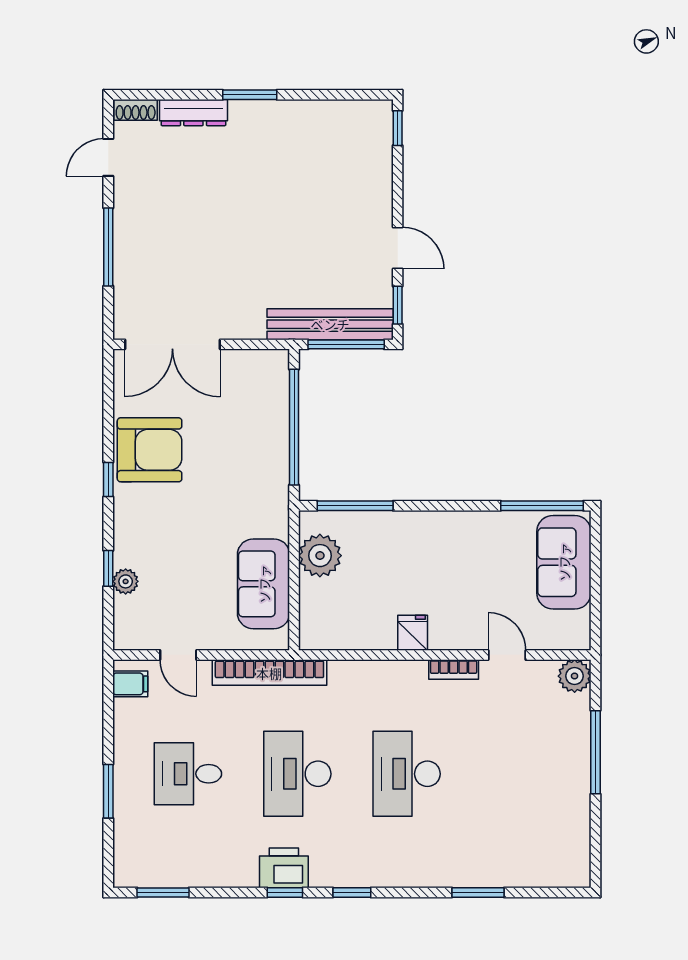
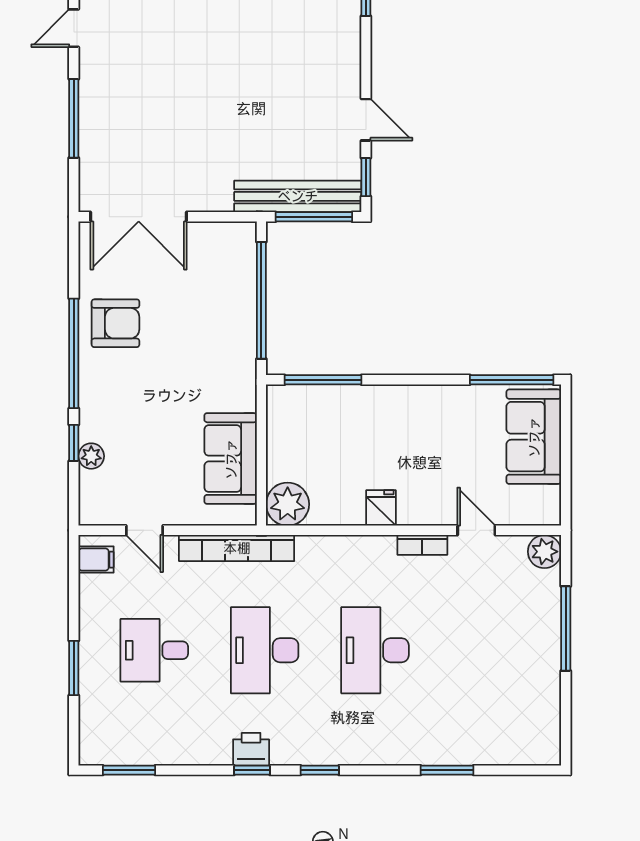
armchair: (150, 450) -> (115, 323), width x0.73, depth x0.73
window: (108, 480) -> (74, 353), width x3.17
plant: (320, 556) -> (288, 504), moved
printer: (284, 868) -> (251, 749), width x0.73, depth x0.81

